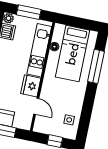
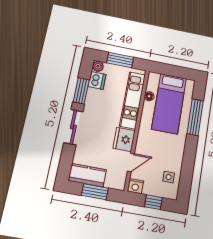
door: (36, 106) -> (131, 162), hinge flipped
nightstand: (40, 127) -> (135, 186), added

